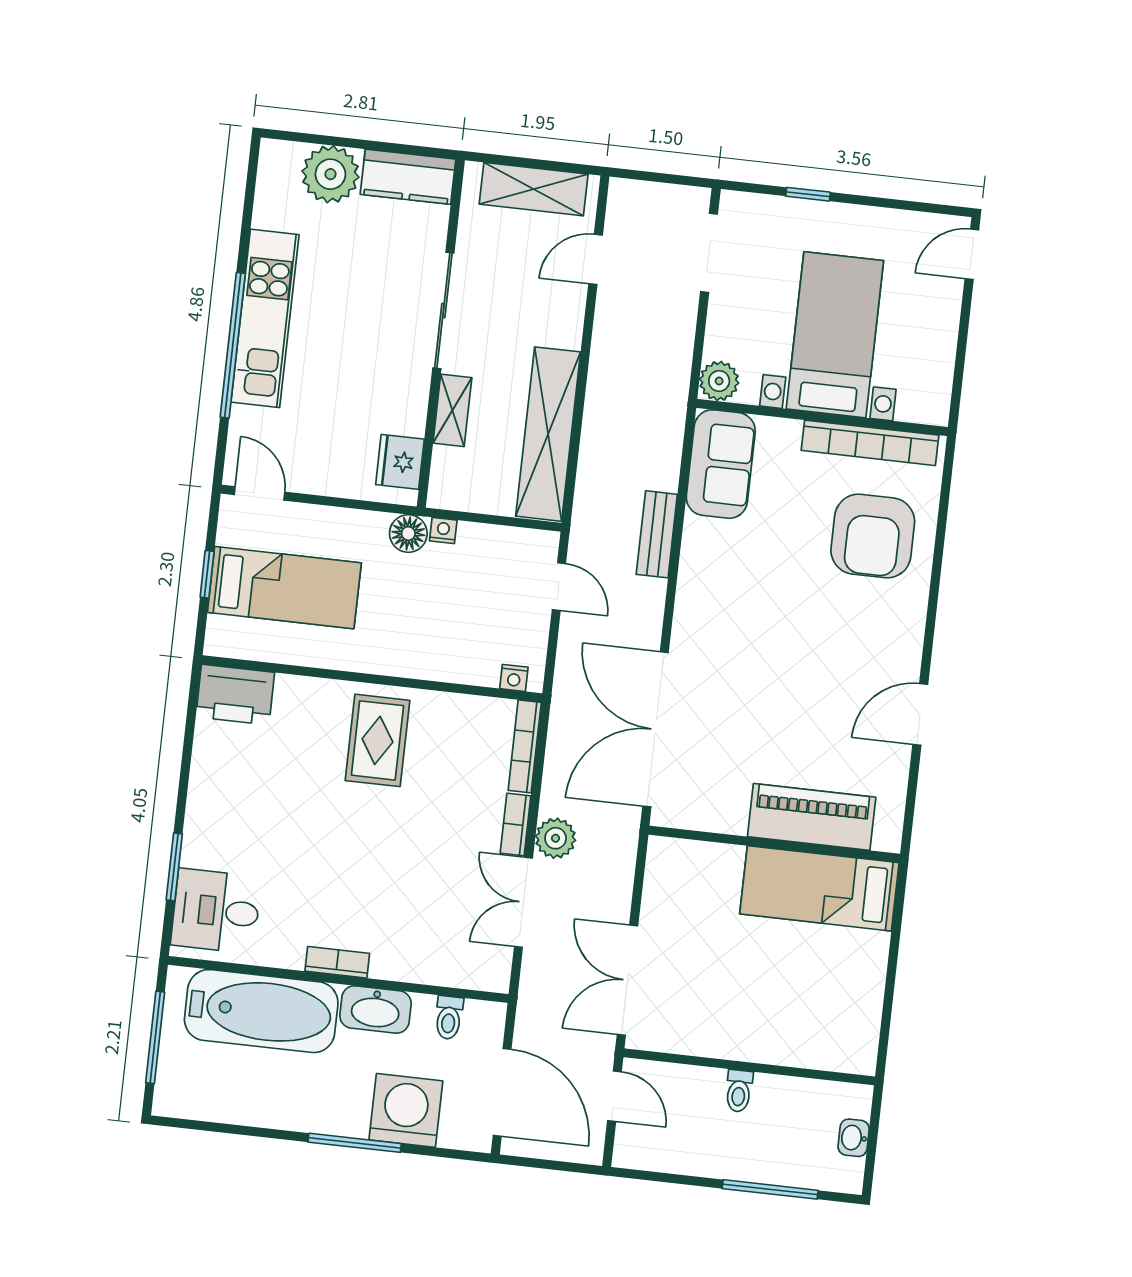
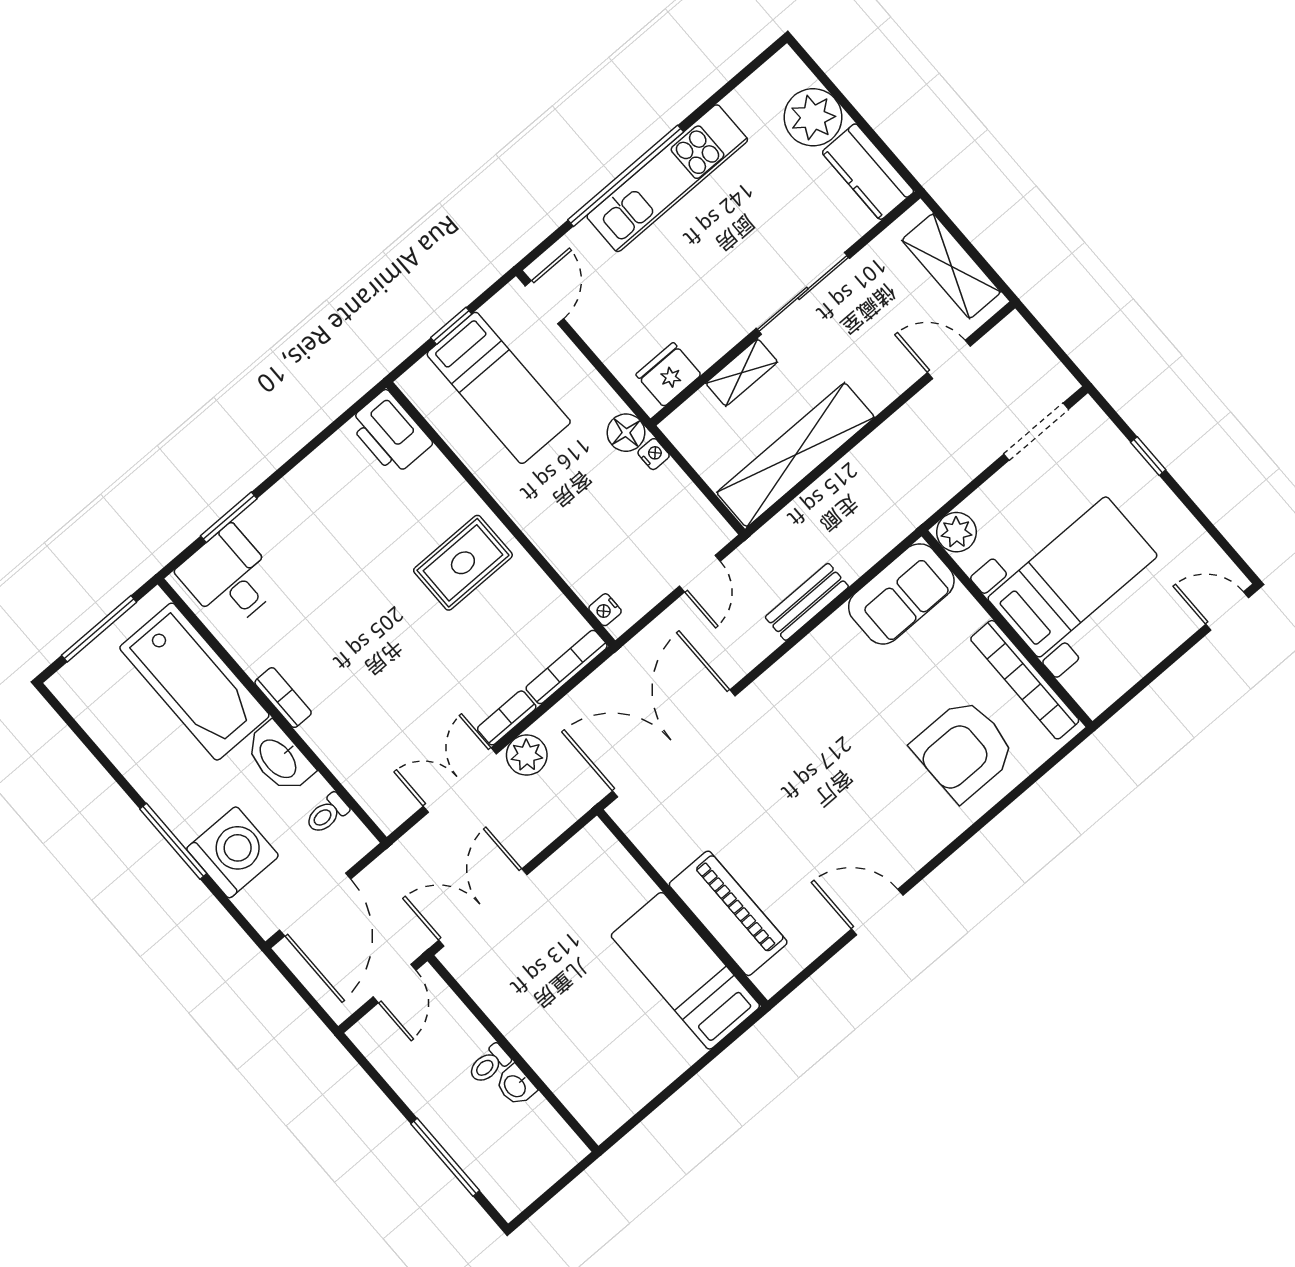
washbasin: (854, 1138) -> (516, 1086), moved, turned -90

